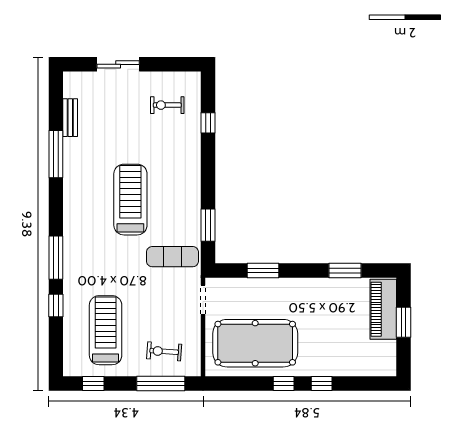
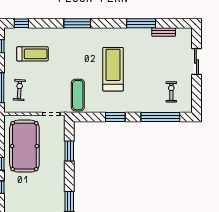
window: (208, 123) -> (160, 117), width x3.17
treadmill: (130, 200) -> (113, 69), turned -90
window: (208, 225) -> (115, 117), moved
window: (56, 305) -> (21, 23), moved
treadmill: (106, 330) -> (32, 54), width x0.73, depth x0.73

